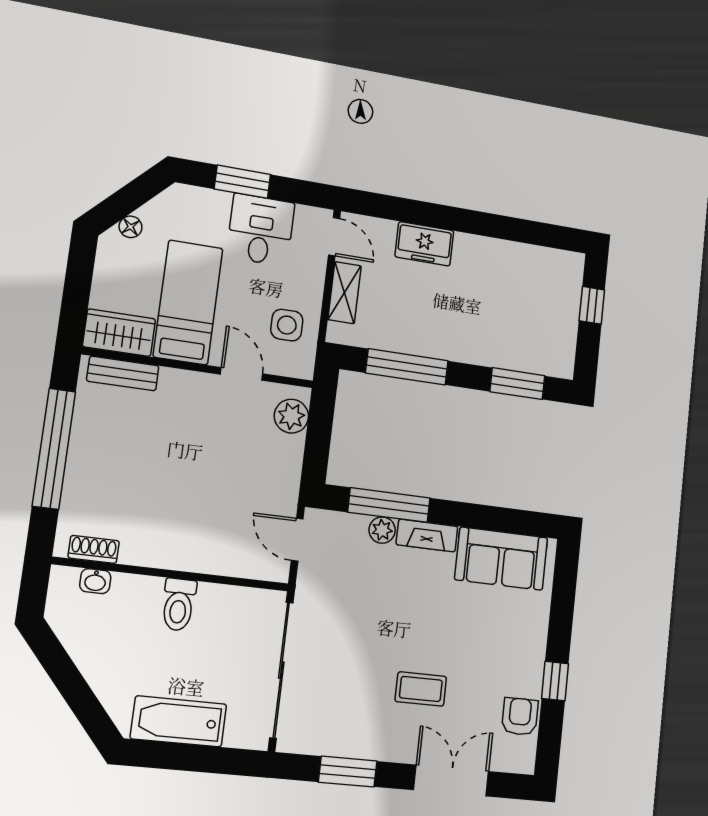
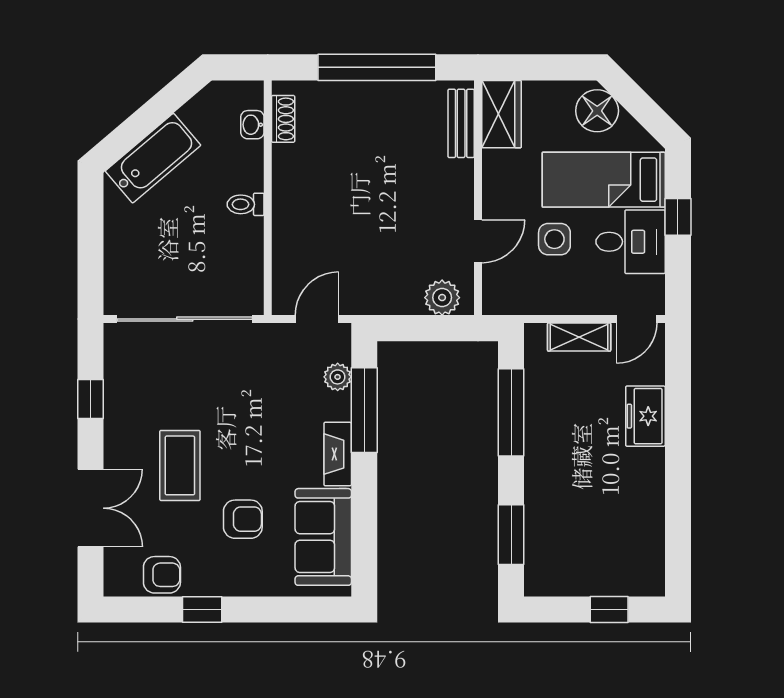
window: (243, 182) -> (678, 217), width x0.67
floor lamp: (130, 227) -> (597, 111), width x1.89, depth x1.89
bed: (188, 302) -> (604, 180), moved, turned 180
side table: (287, 325) -> (554, 239), moved
plant: (382, 530) -> (338, 377), moved
toilet: (179, 605) -> (246, 204), width x0.73, depth x0.72
armchair: (477, 633) -> (243, 519), added
coffee table: (421, 689) -> (180, 465), width x1.36, depth x1.30
bathtub: (179, 721) -> (153, 158), moved, turned 50
window: (348, 771) -> (91, 399), width x0.67

